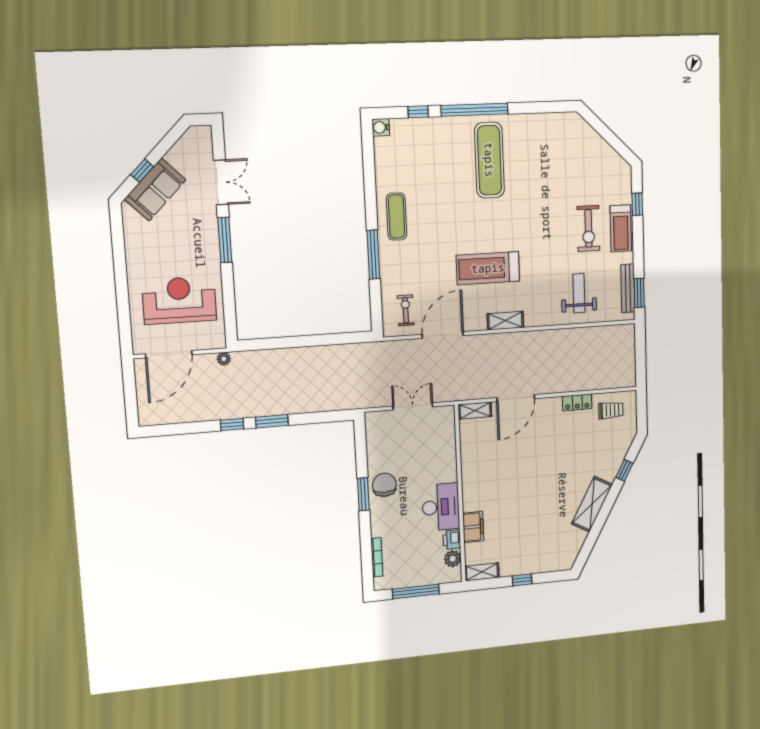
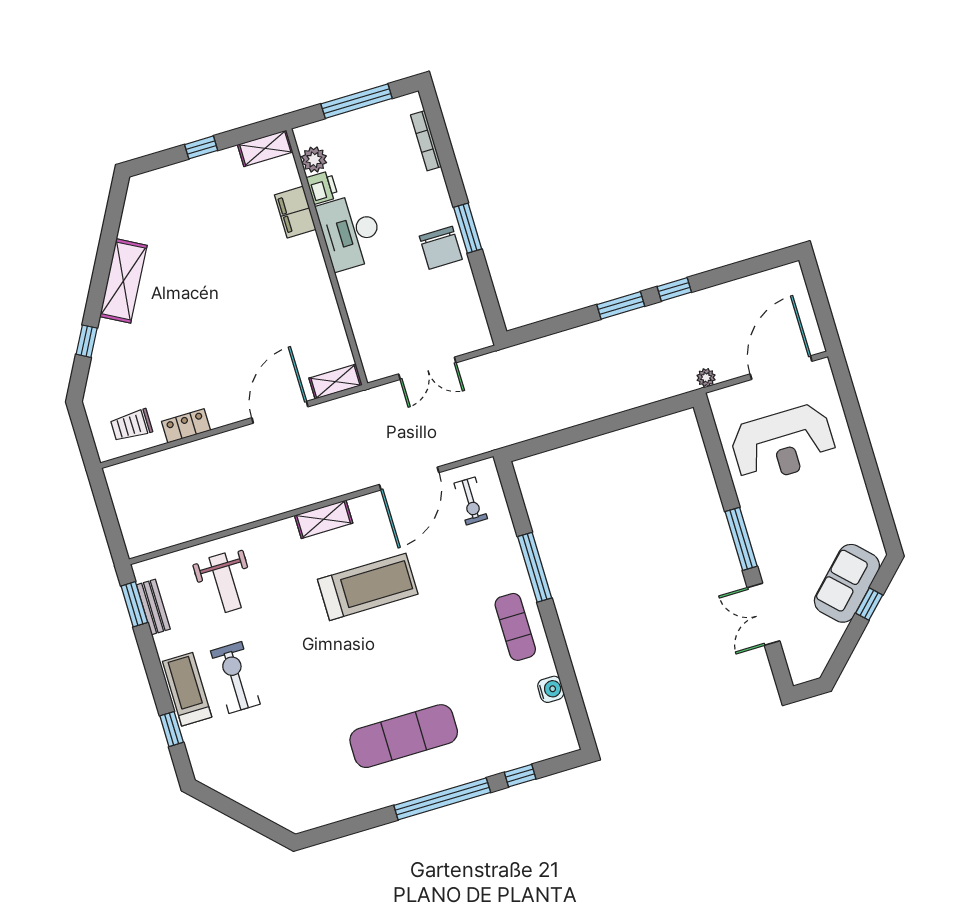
water cooler: (381, 127) -> (551, 689), moved
exercise mat: (489, 160) -> (404, 736), turned 90
bench: (628, 288) -> (153, 607), width x0.73

